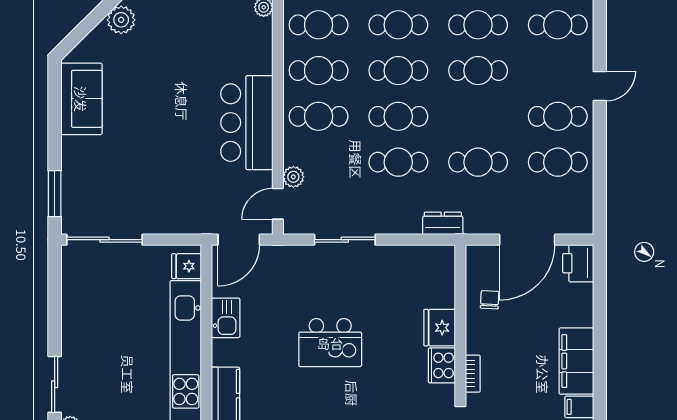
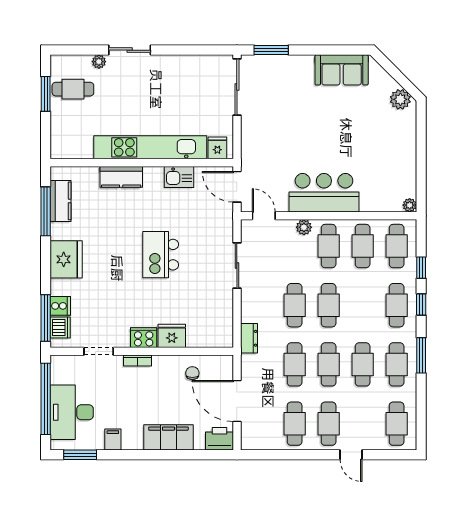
cafe table: (398, 71) -> (329, 364), moved
plant: (293, 177) -> (304, 227), moved
chair: (490, 300) -> (192, 373), turned -93
filing cabinet: (576, 361) -> (168, 437), moved

